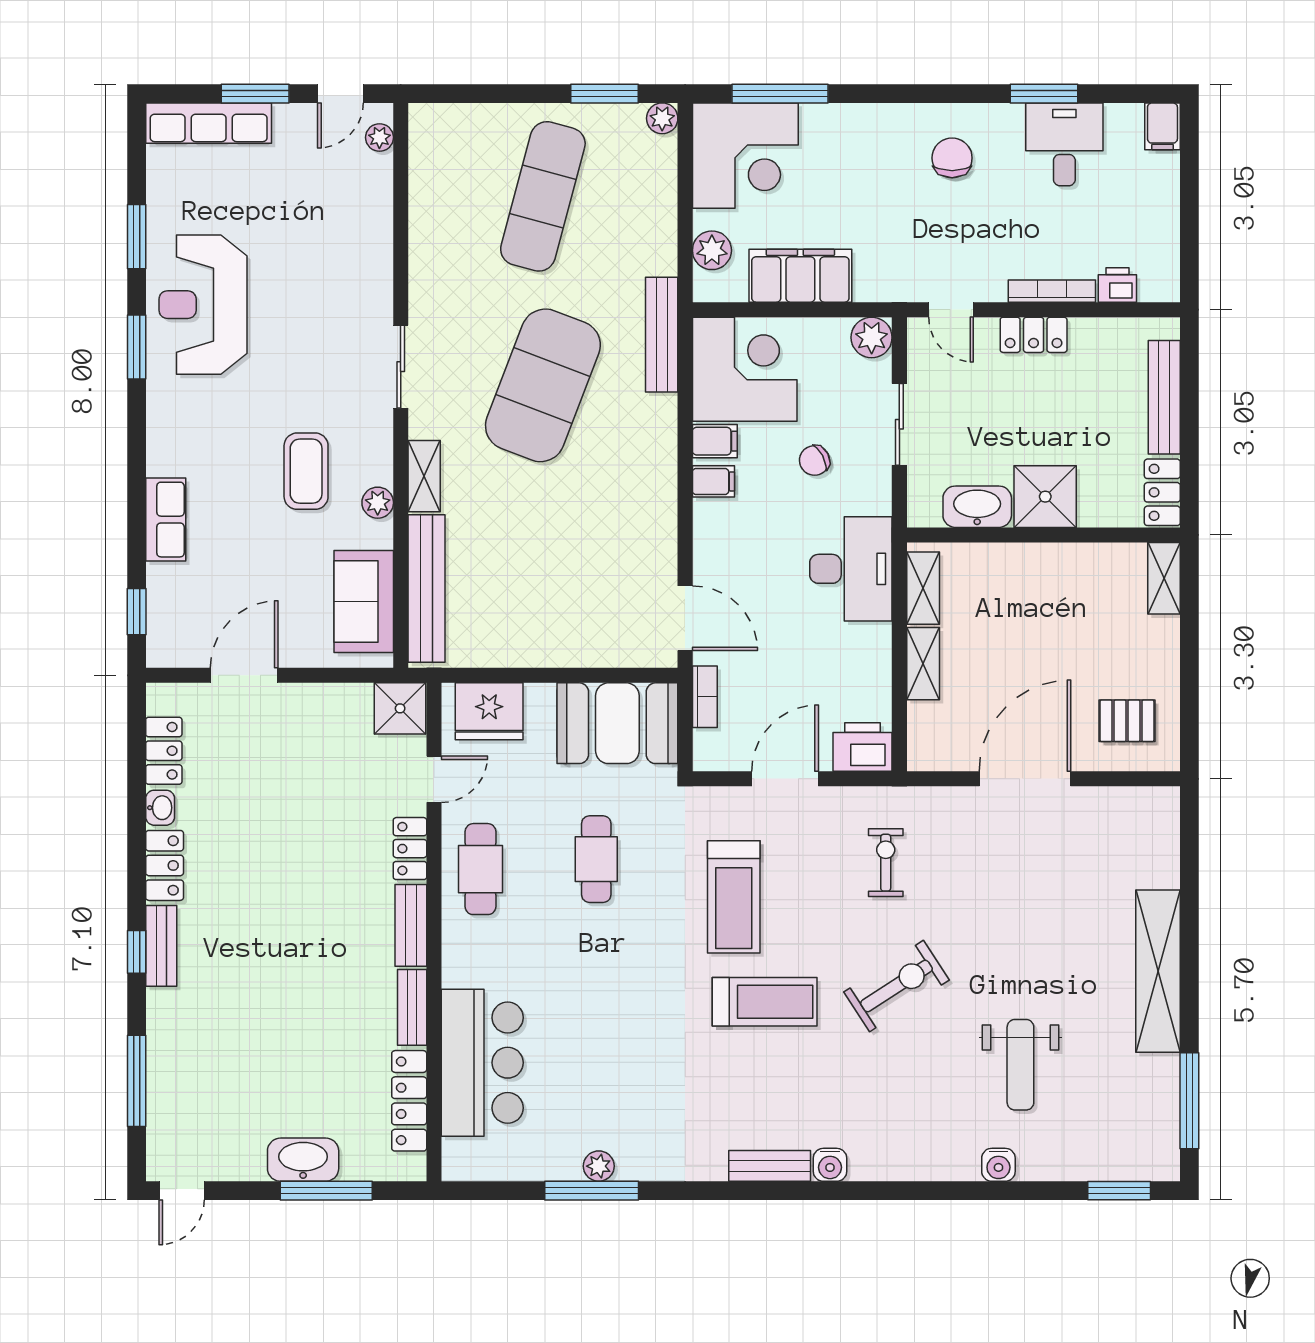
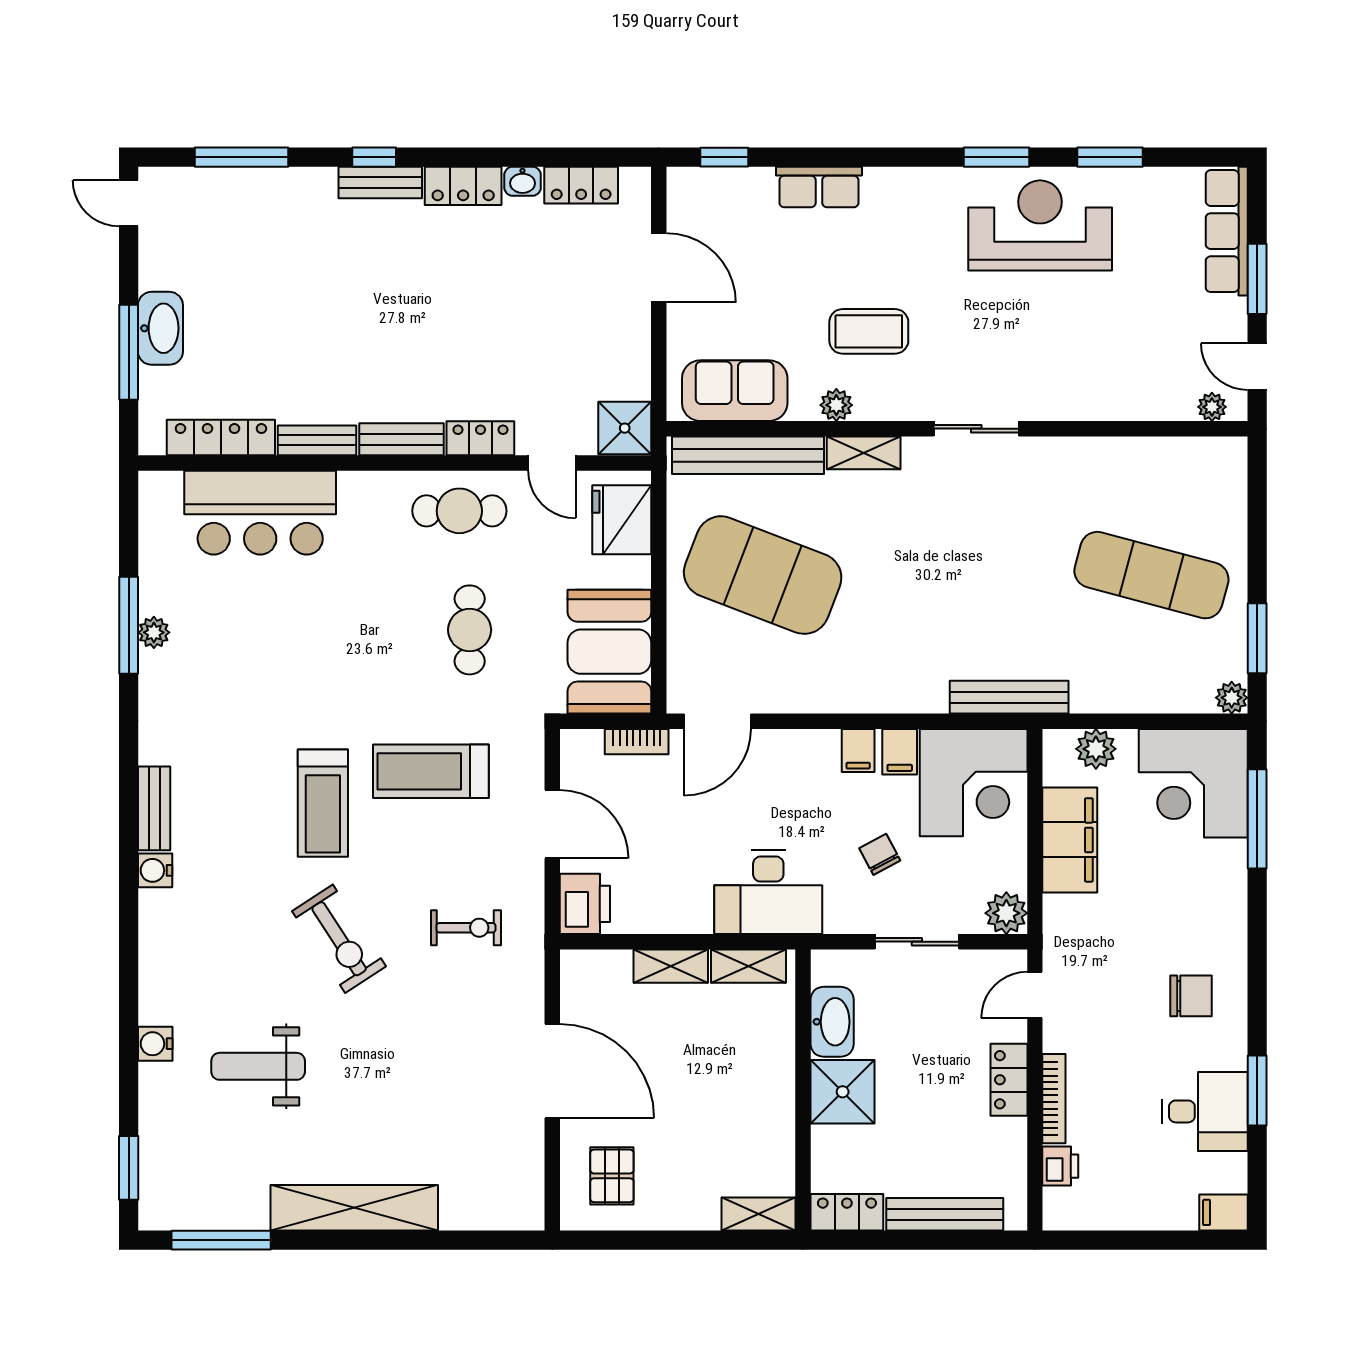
exercise mat: (543, 385) -> (763, 575), moved
cafe table: (596, 859) -> (470, 630), turned 90

